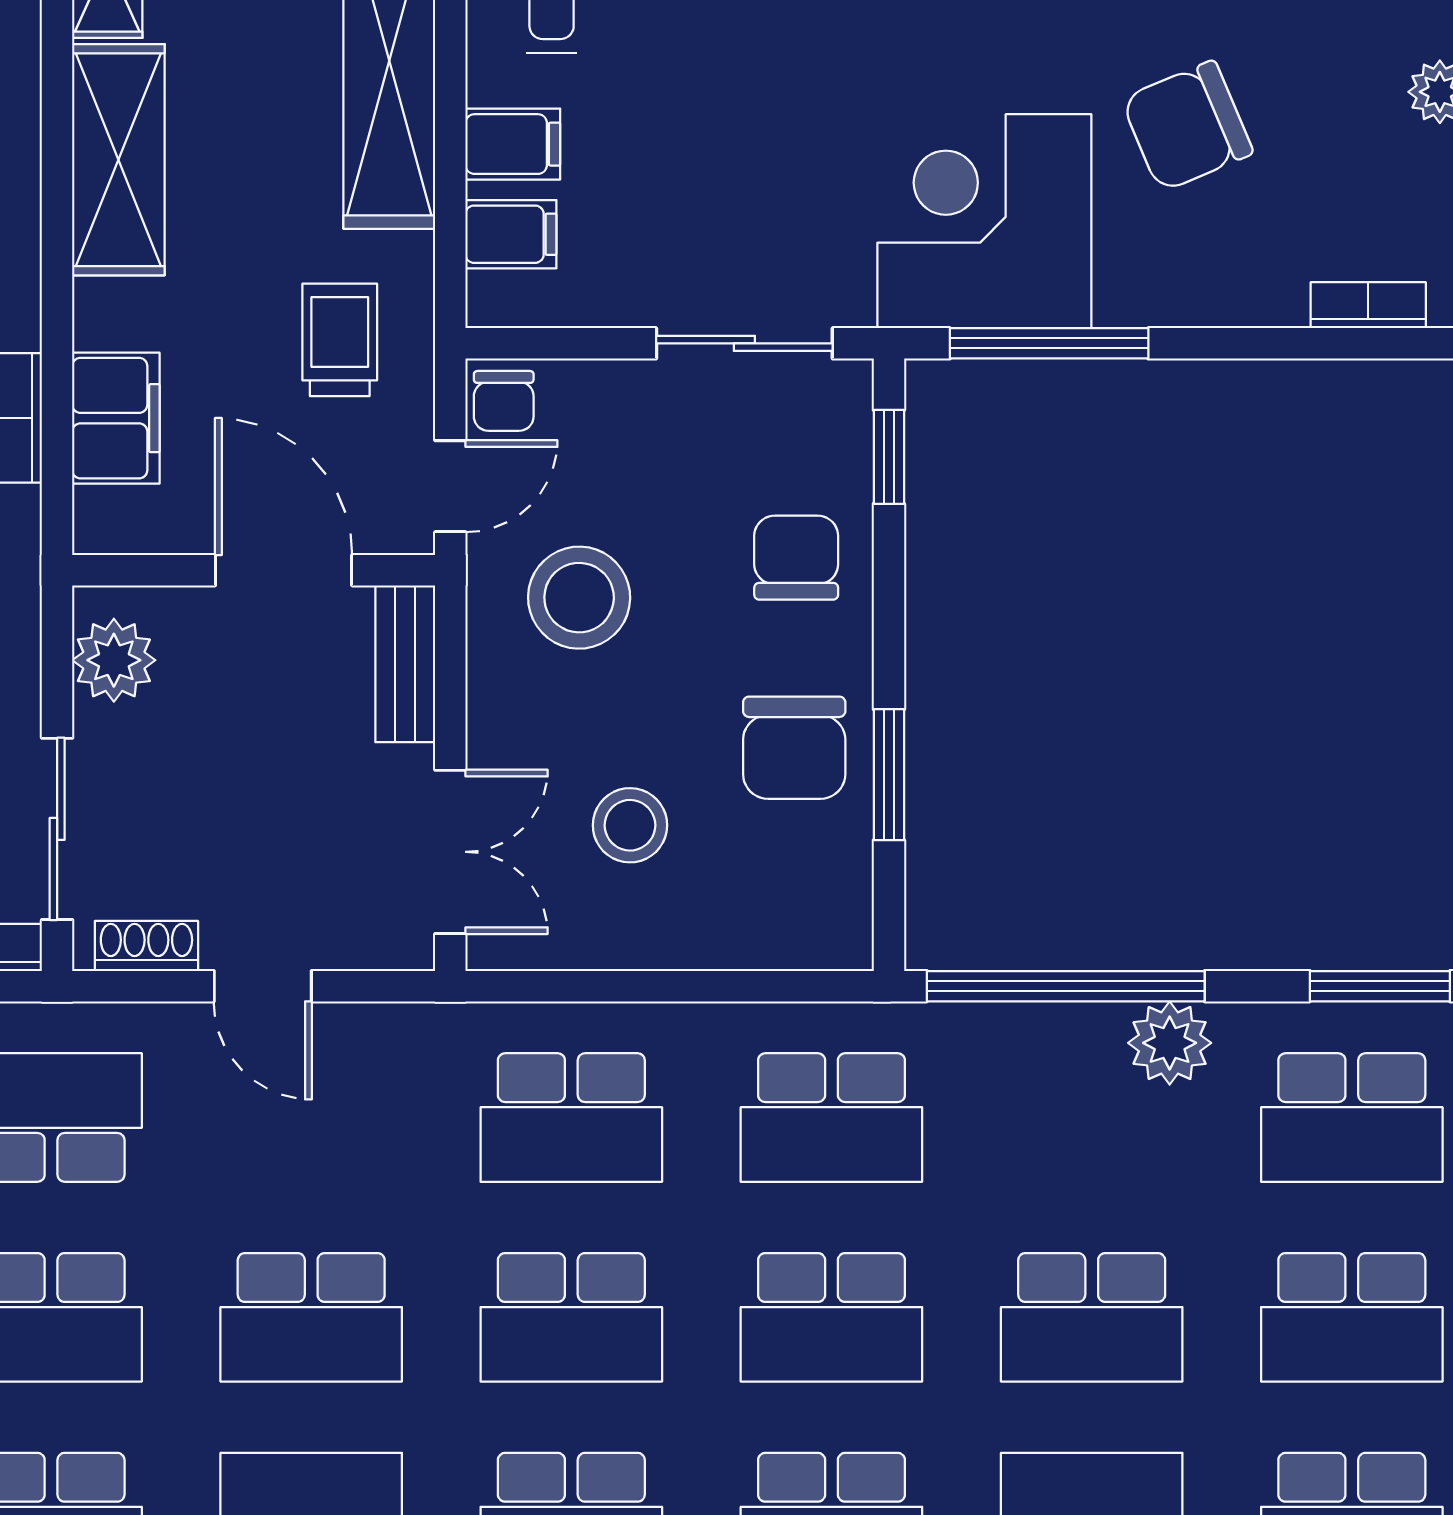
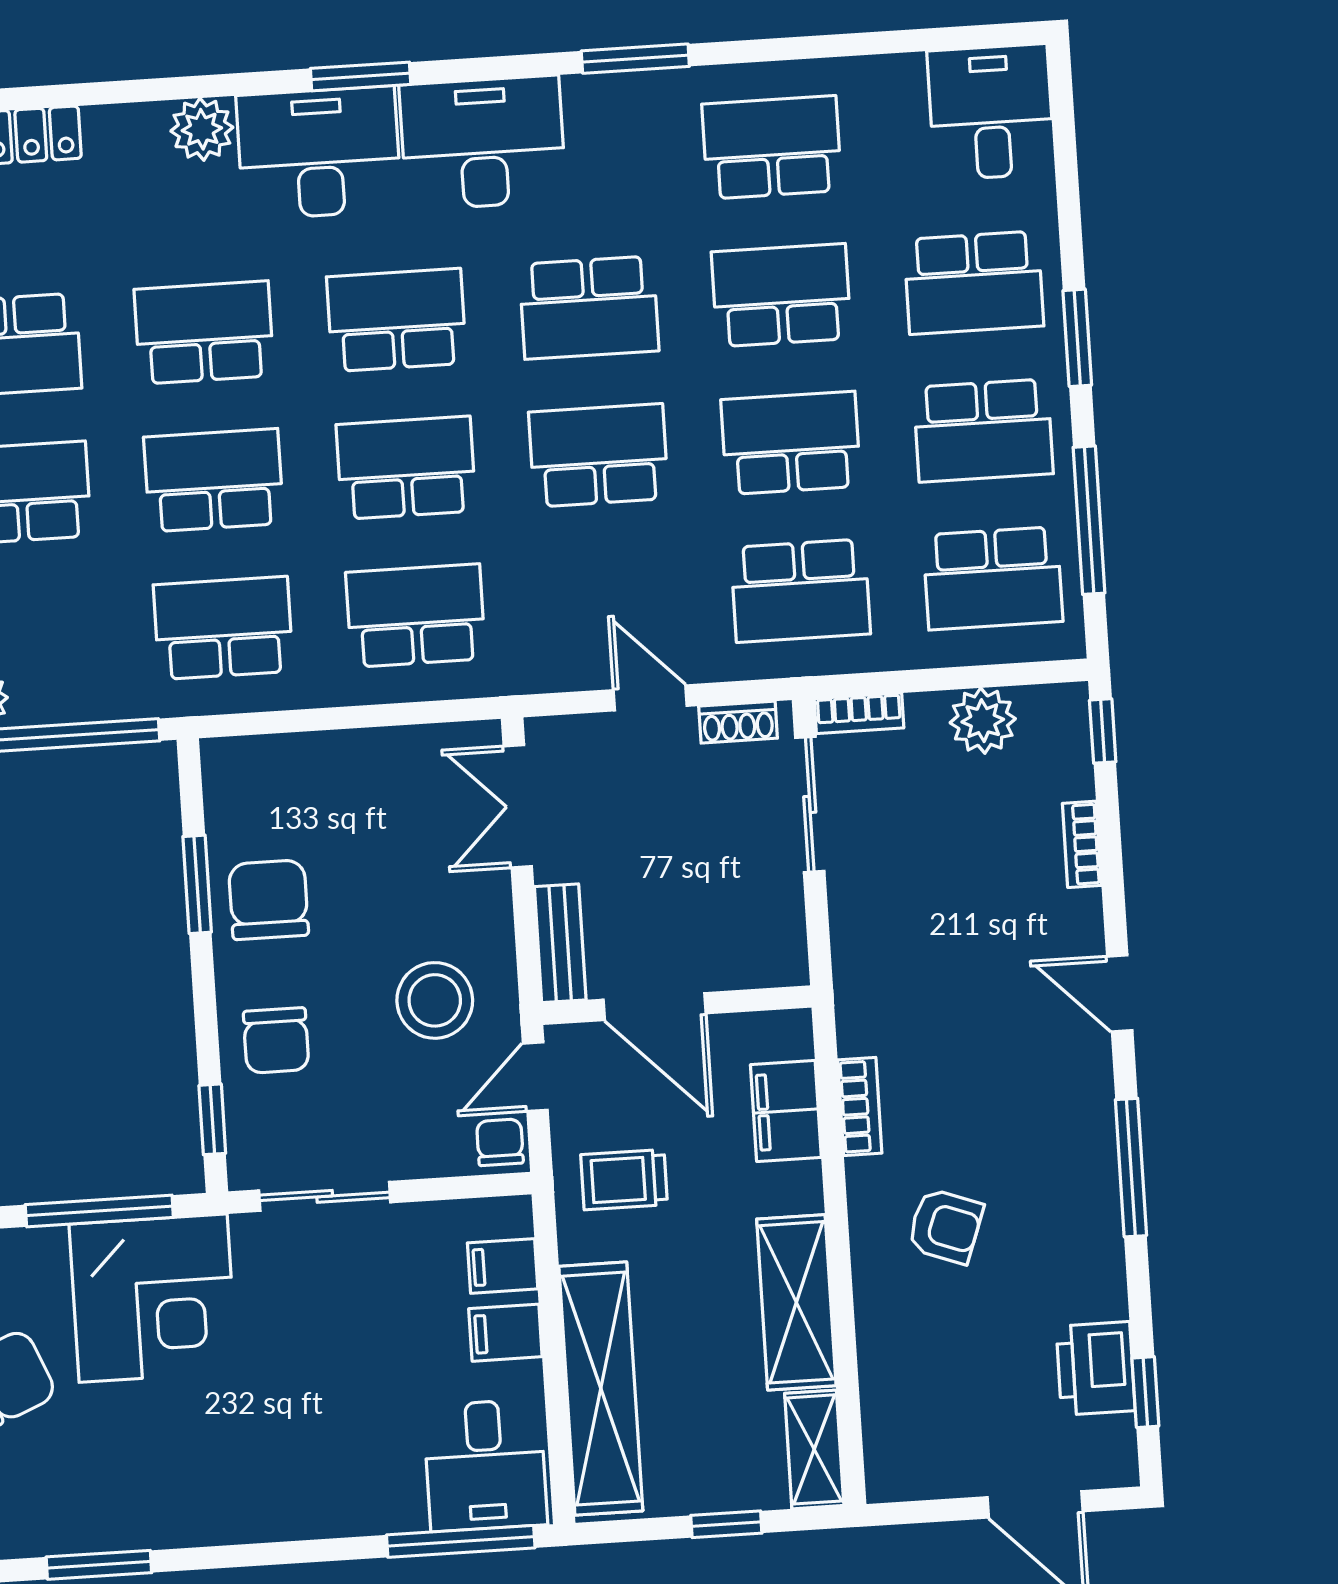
trolley: (340, 340) -> (624, 1180), turned 90
plant: (114, 660) -> (776, 932), removed
stool: (630, 825) -> (386, 835), removed

